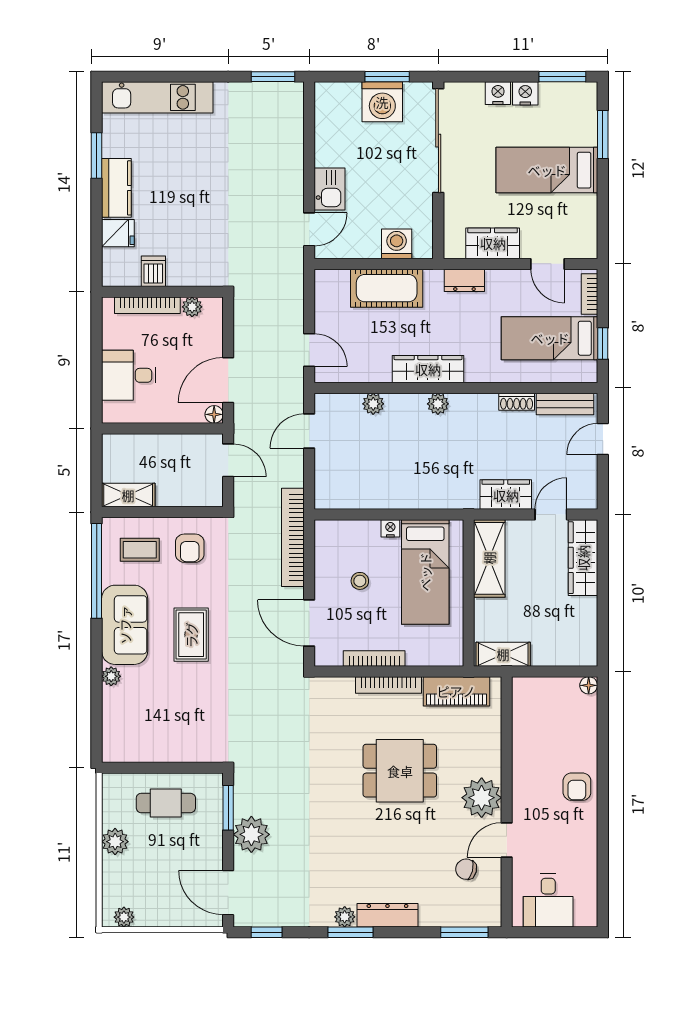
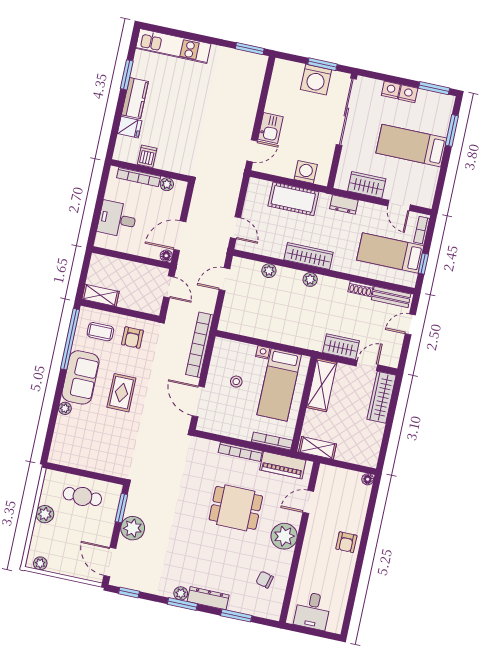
bookcase: (374, 659) -> (272, 441), moved
door: (507, 840) -> (308, 502), moved
window: (464, 932) -> (236, 616), moved

